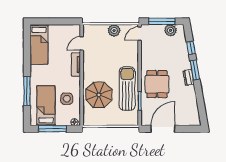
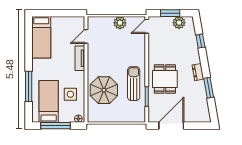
window: (162, 21) -> (170, 13), width x0.69
window: (195, 70) -> (209, 88), moved
sun lounger: (127, 89) -> (134, 84), width x0.73, depth x0.75

